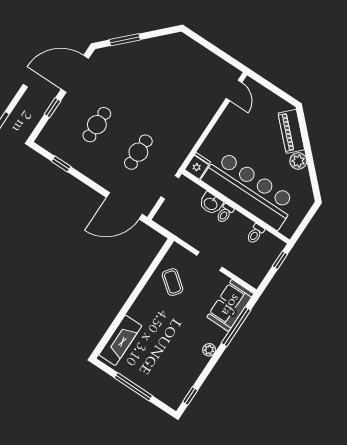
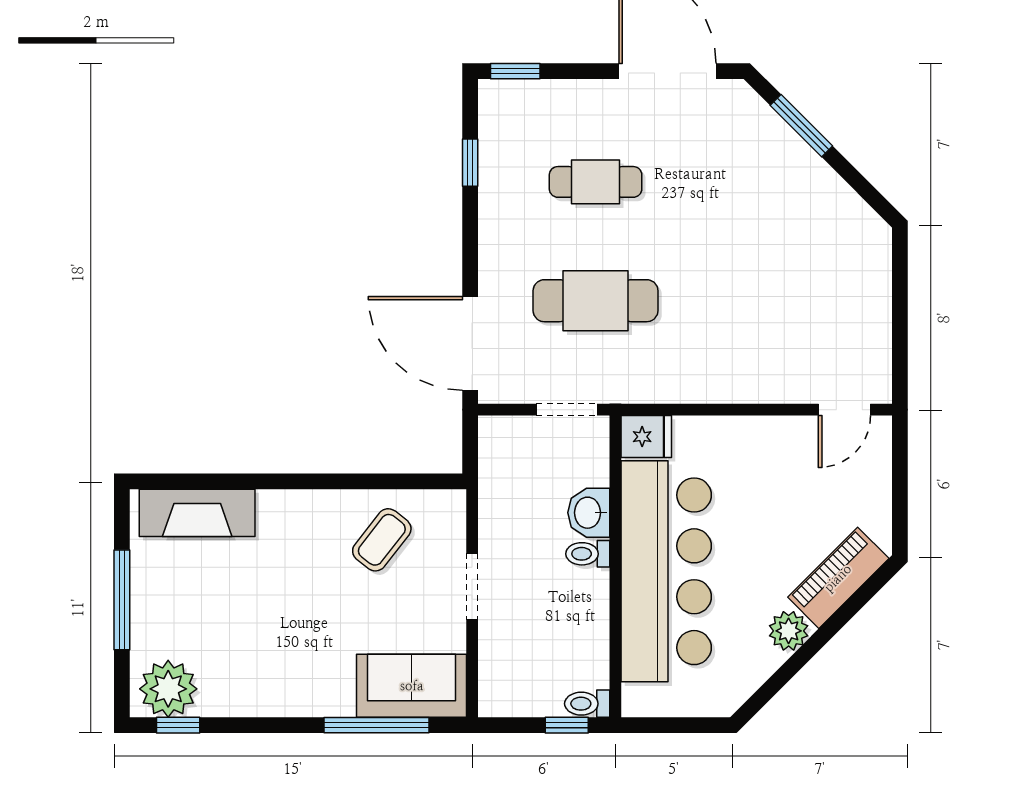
window: (52, 108) -> (515, 71), moved
cafe table: (138, 152) -> (596, 301), width x1.37, depth x1.35
toilet: (255, 234) -> (587, 704), moved
plant: (209, 350) -> (168, 689), moved, width x1.88, depth x1.88

